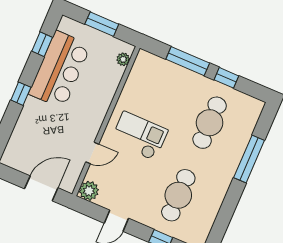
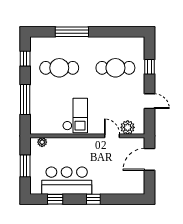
window: (226, 78) -> (25, 59), moved
checkout: (139, 136) -> (75, 115), moved, turned 180
door: (41, 188) -> (149, 159), hinge flipped
plant: (89, 191) -> (128, 127), moved

